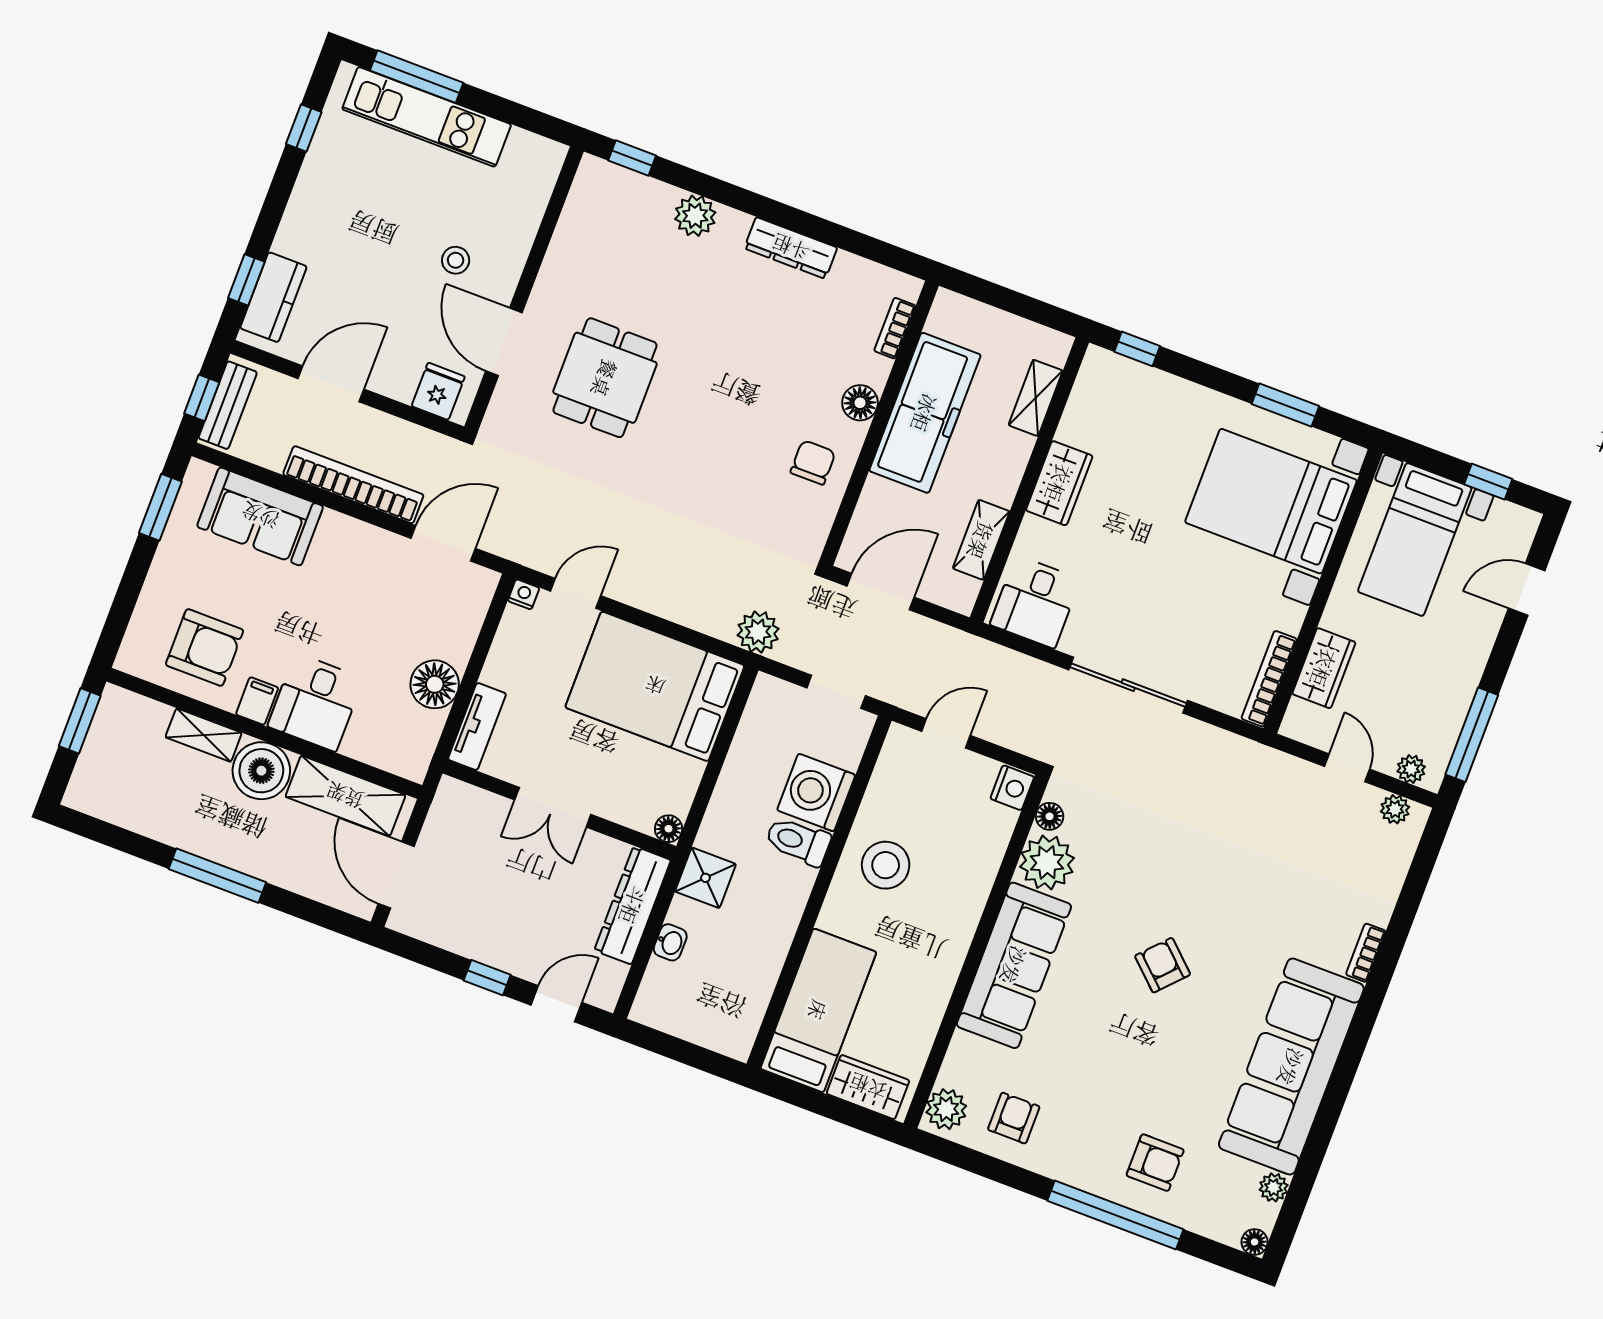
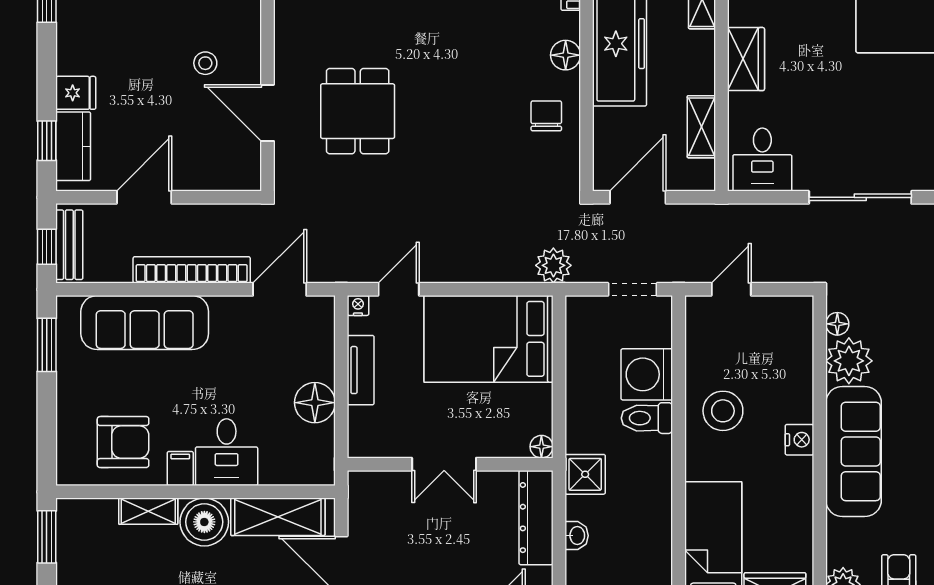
fridge: (438, 391) -> (76, 93), moved, turned 90
sofa: (260, 516) -> (145, 323), width x1.36
tv unit: (477, 727) -> (361, 370), moved
nightstand: (1012, 788) -> (799, 440), moved

